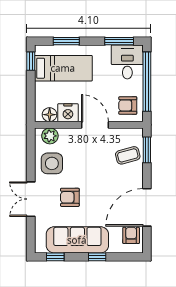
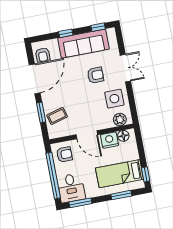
window: (147, 150) -> (41, 112), moved

